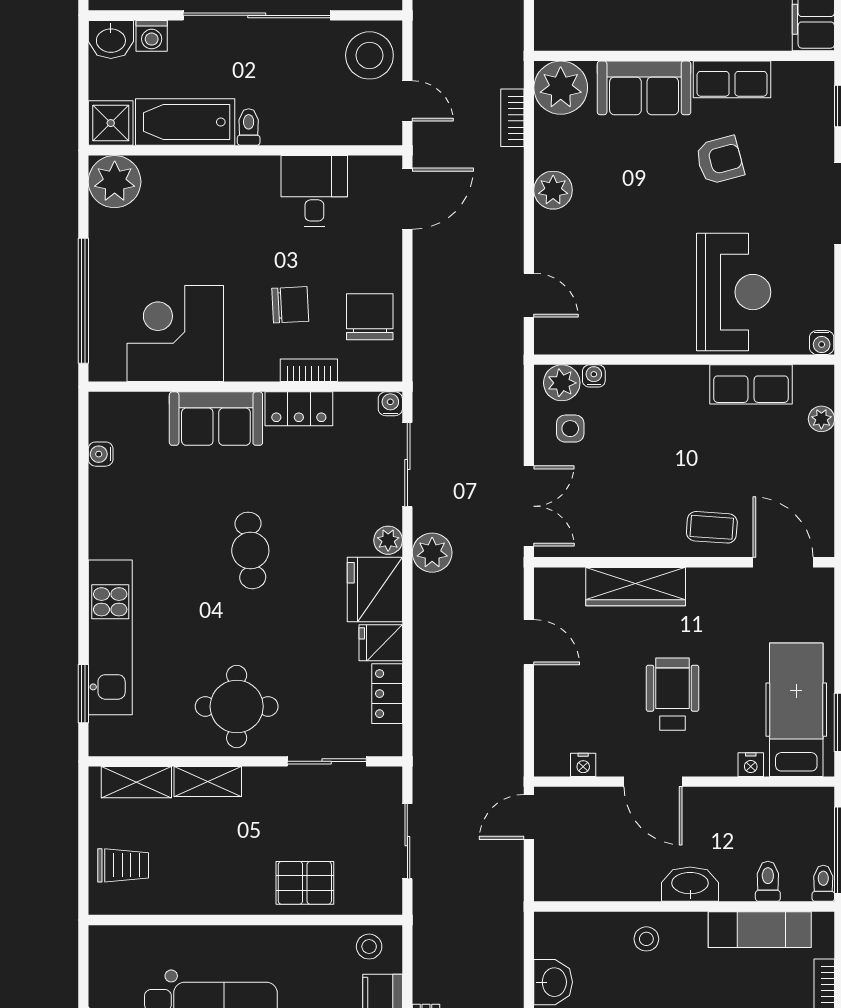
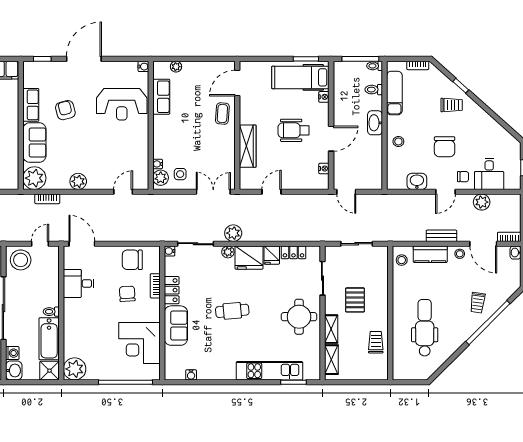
reception desk: (734, 292) -> (122, 104), turned 180
trolley: (123, 865) -> (376, 342), moved
pallet: (305, 883) -> (355, 300), moved

